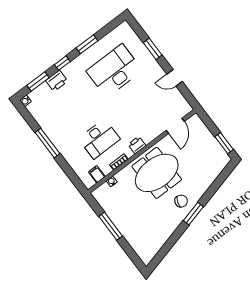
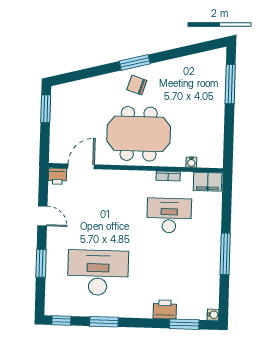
window: (62, 63) -> (61, 321), moved
desk: (114, 71) -> (98, 273), turned 180
printer: (137, 145) -> (57, 176), moved
filing cabinet: (97, 174) -> (208, 182), width x2.00
window: (111, 226) -> (230, 84), moved

